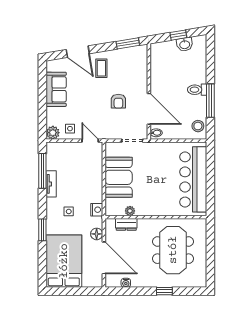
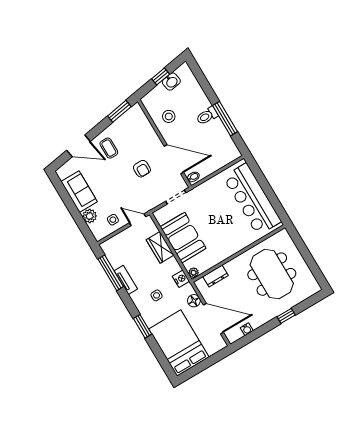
stool: (198, 126) -> (169, 116), moved
plant: (53, 133) -> (90, 216), moved
wardrobe: (95, 174) -> (160, 247), added
plant: (130, 211) -> (194, 273), moved

